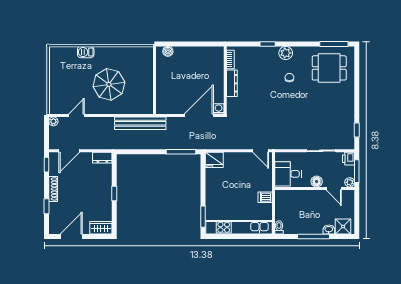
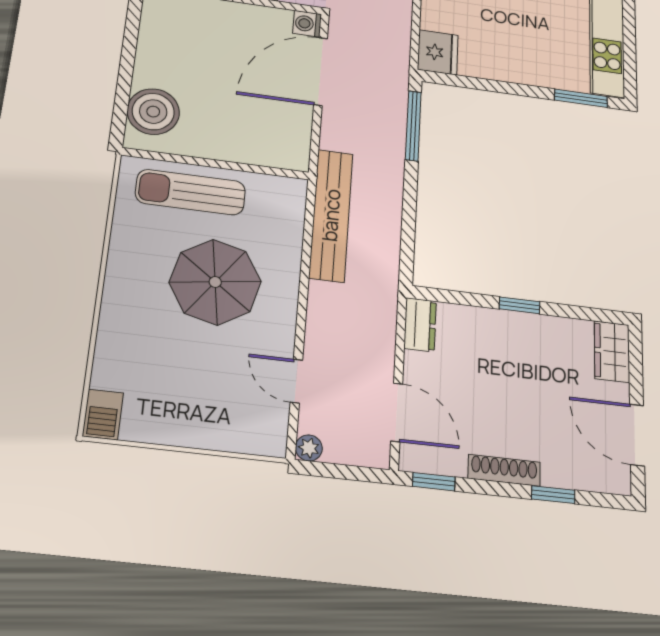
boiler: (168, 51) -> (153, 112), width x1.86, depth x1.86
barbecue: (86, 52) -> (103, 414), moved
sun lounger: (142, 72) -> (190, 192), added
door: (199, 115) -> (321, 71), hinge flipped

